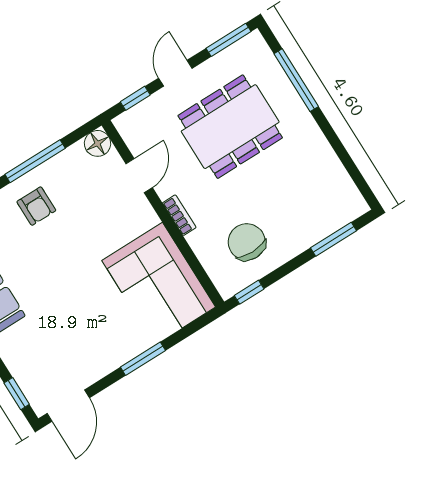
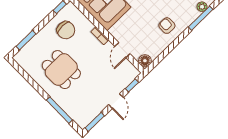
dining table: (230, 127) -> (61, 70), moved, width x0.73
window: (35, 161) -> (172, 46), removed

